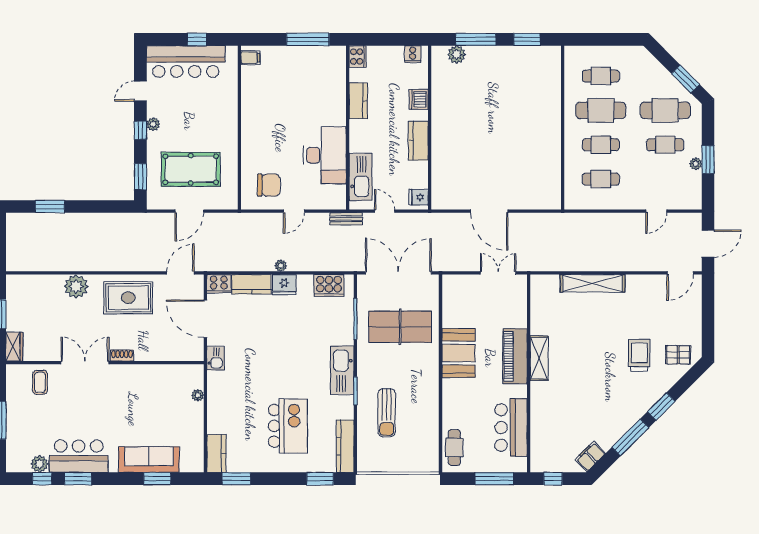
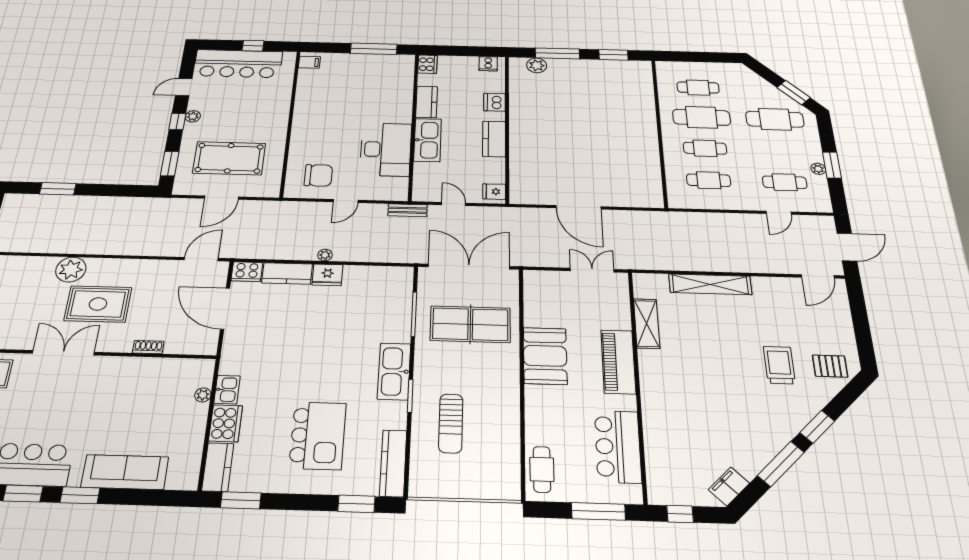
cafe table: (665, 145) -> (785, 182), moved
kitchen sink: (361, 177) -> (428, 140), moved
cooker: (329, 286) -> (226, 423), moved, turned -90
rug: (128, 298) -> (98, 304), moved
shoe rack: (122, 355) -> (148, 347), moved
kitchen sink: (216, 358) -> (227, 390), moved
shelving: (539, 358) -> (647, 323), moved
window: (157, 479) -> (80, 495), moved

